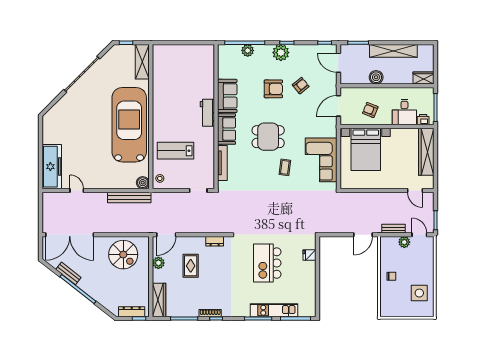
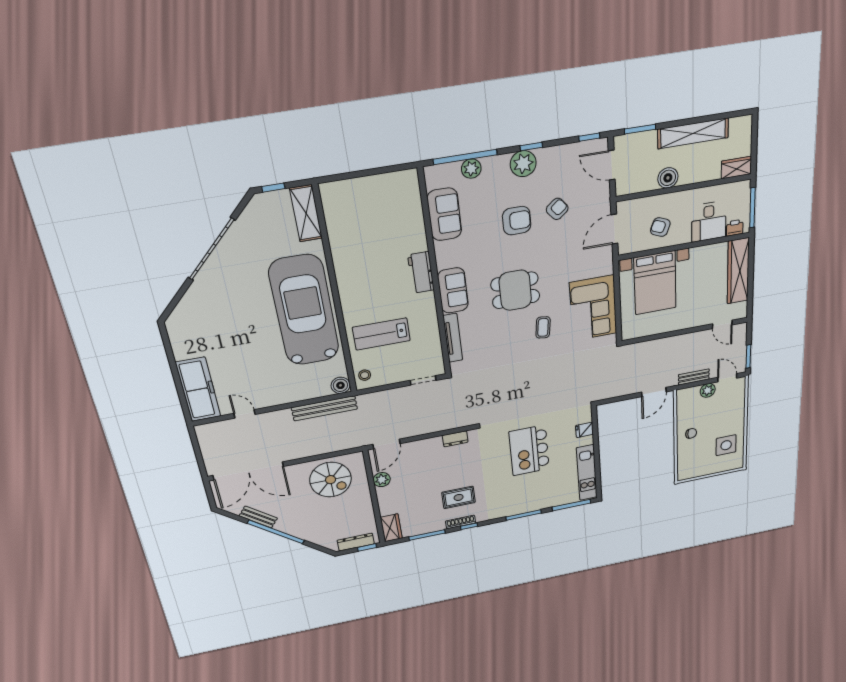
sofa: (227, 96) -> (444, 214), moved
rug: (191, 266) -> (459, 497), moved, turned 90
wardrobe: (159, 300) -> (391, 528), width x0.67
kitchen unit: (274, 310) -> (587, 473), moved, turned -90

